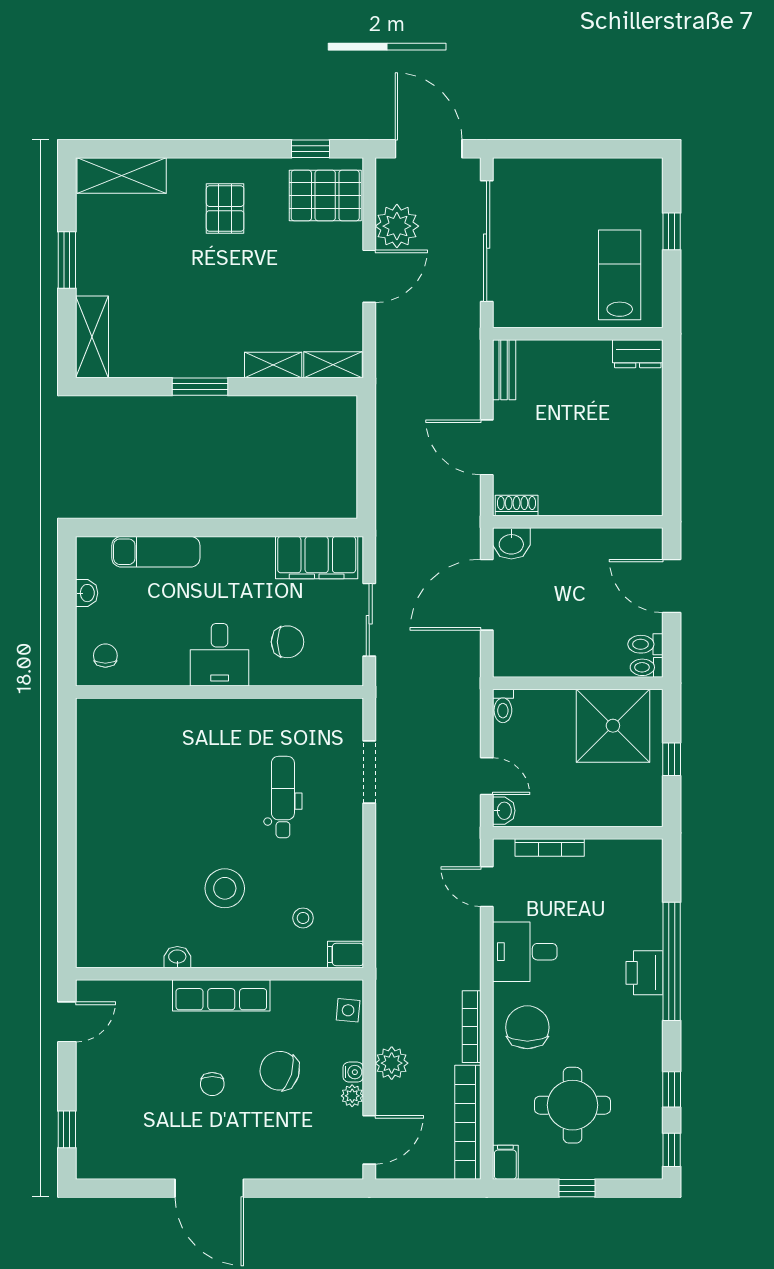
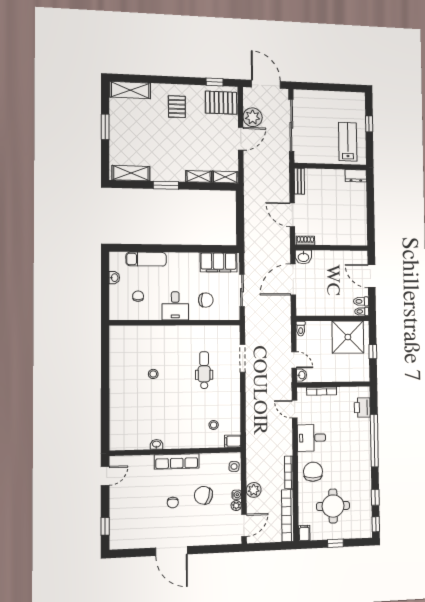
shelving: (92, 337) -> (131, 173), moved, turned 90
chair: (105, 656) -> (138, 296), moved
stool: (225, 888) -> (153, 374), moved, width x0.53, depth x0.53
printer: (645, 973) -> (362, 408), moved

